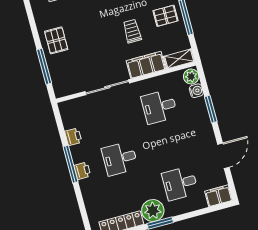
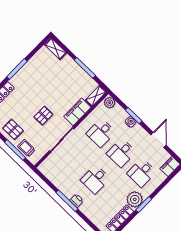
pallet: (165, 16) -> (43, 116), moved
trolley: (132, 31) -> (26, 148), moved
water cooler: (196, 91) -> (131, 122), moved
printer: (73, 137) -> (59, 183), removed
desk: (170, 145) -> (121, 153), added

